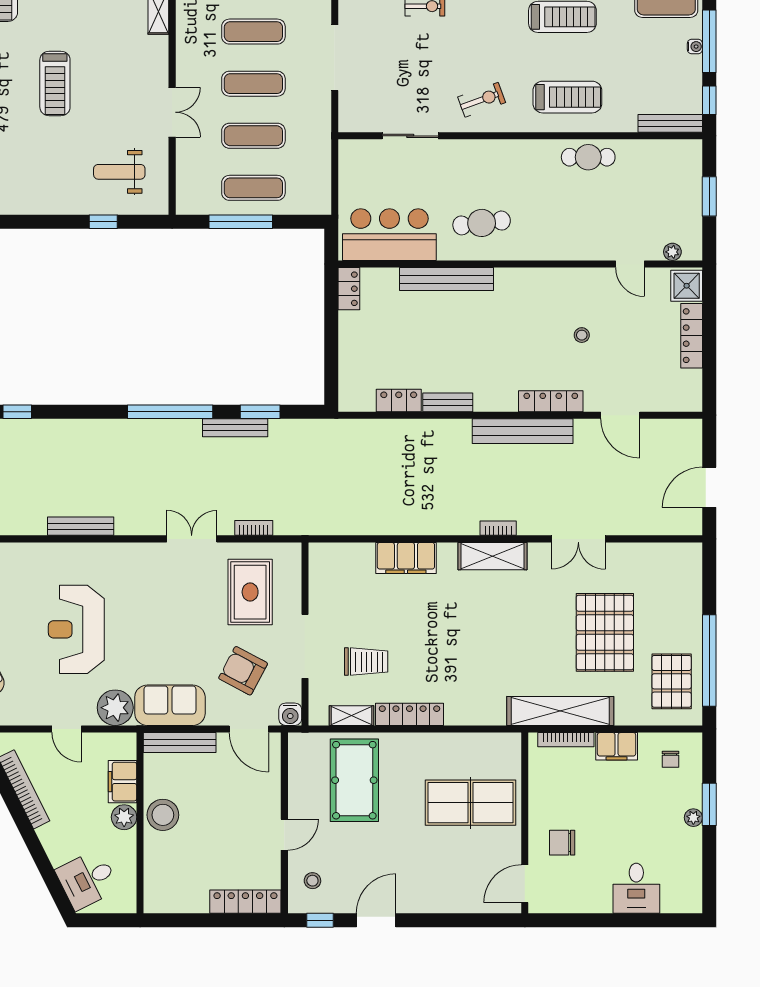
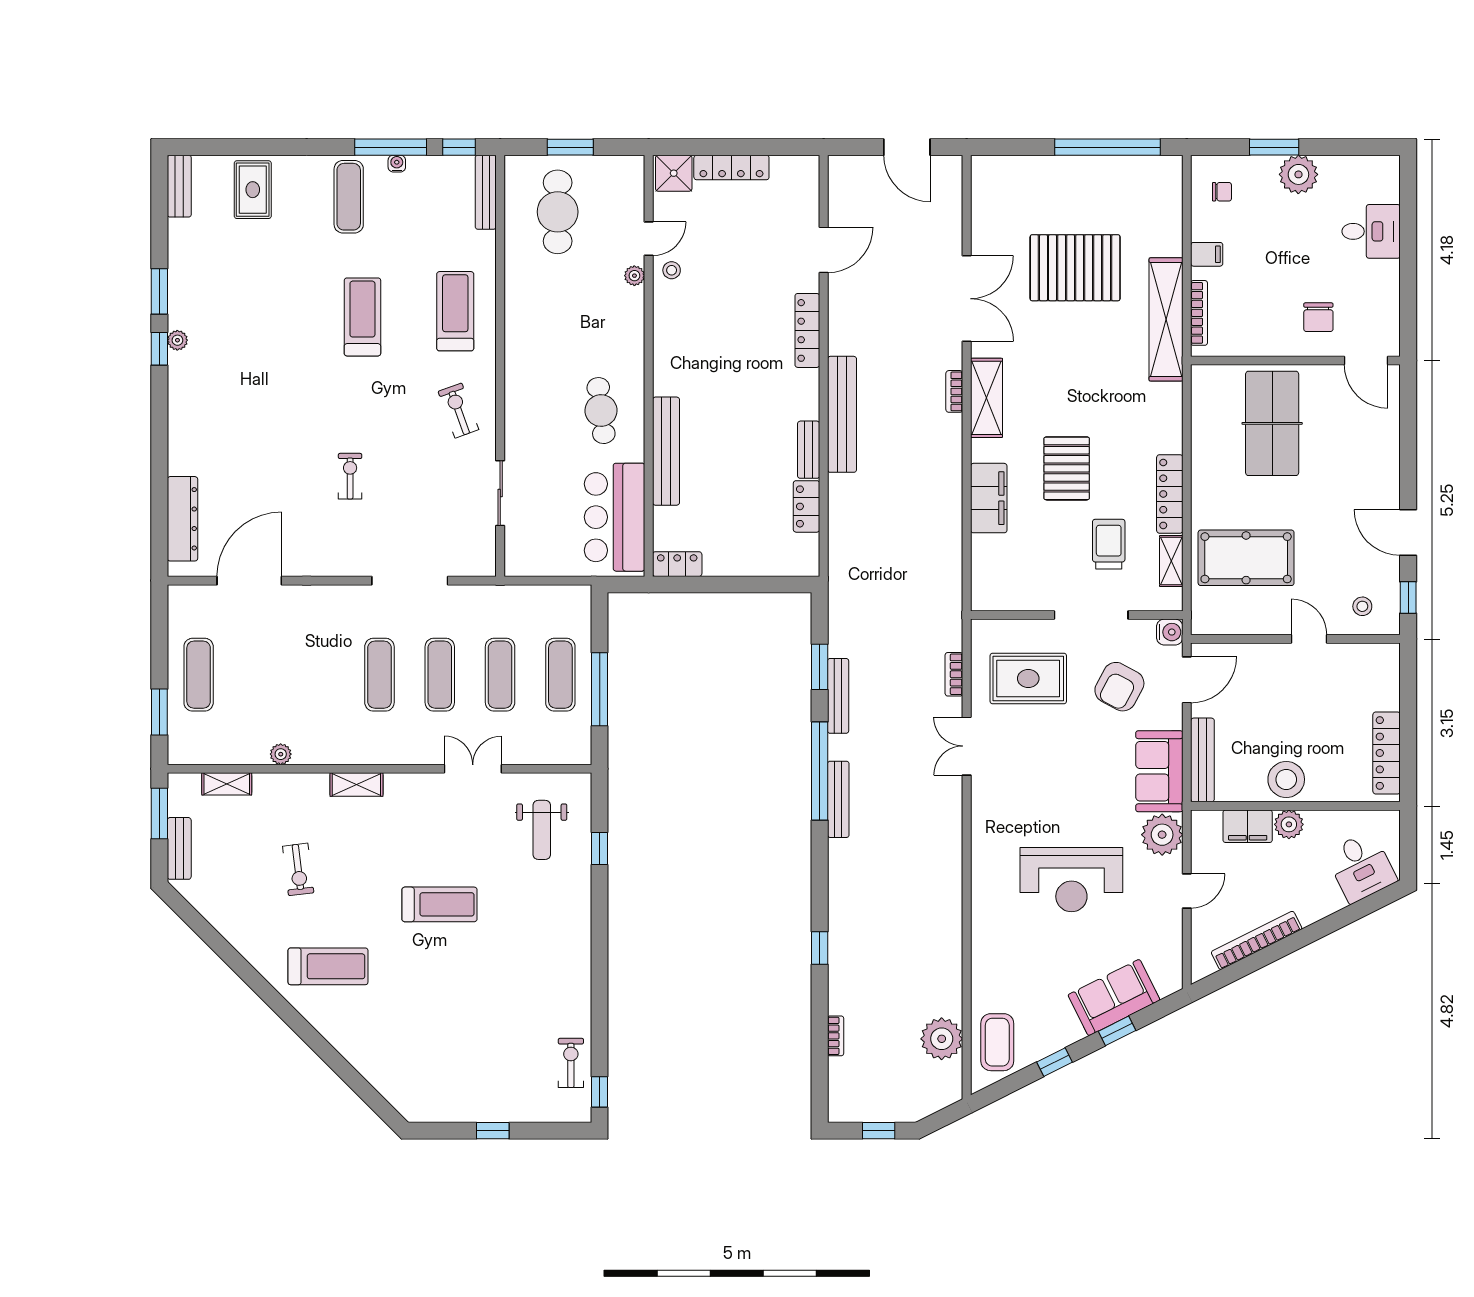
cafe table: (588, 157) -> (558, 212), moved, width x1.37, depth x1.35
plant: (672, 252) -> (634, 276), moved
stool: (582, 335) -> (672, 270), moved
bench: (523, 431) -> (842, 414), moved
bench: (81, 526) -> (838, 799), moved
double door: (578, 539) -> (967, 299), width x1.37
pallet: (672, 681) -> (1067, 468), moved, turned 90
filing cabinet: (617, 746) -> (1207, 254), width x0.50
plant: (693, 818) -> (1298, 174), width x1.88, depth x1.88
locker: (245, 902) -> (1387, 753), moved

